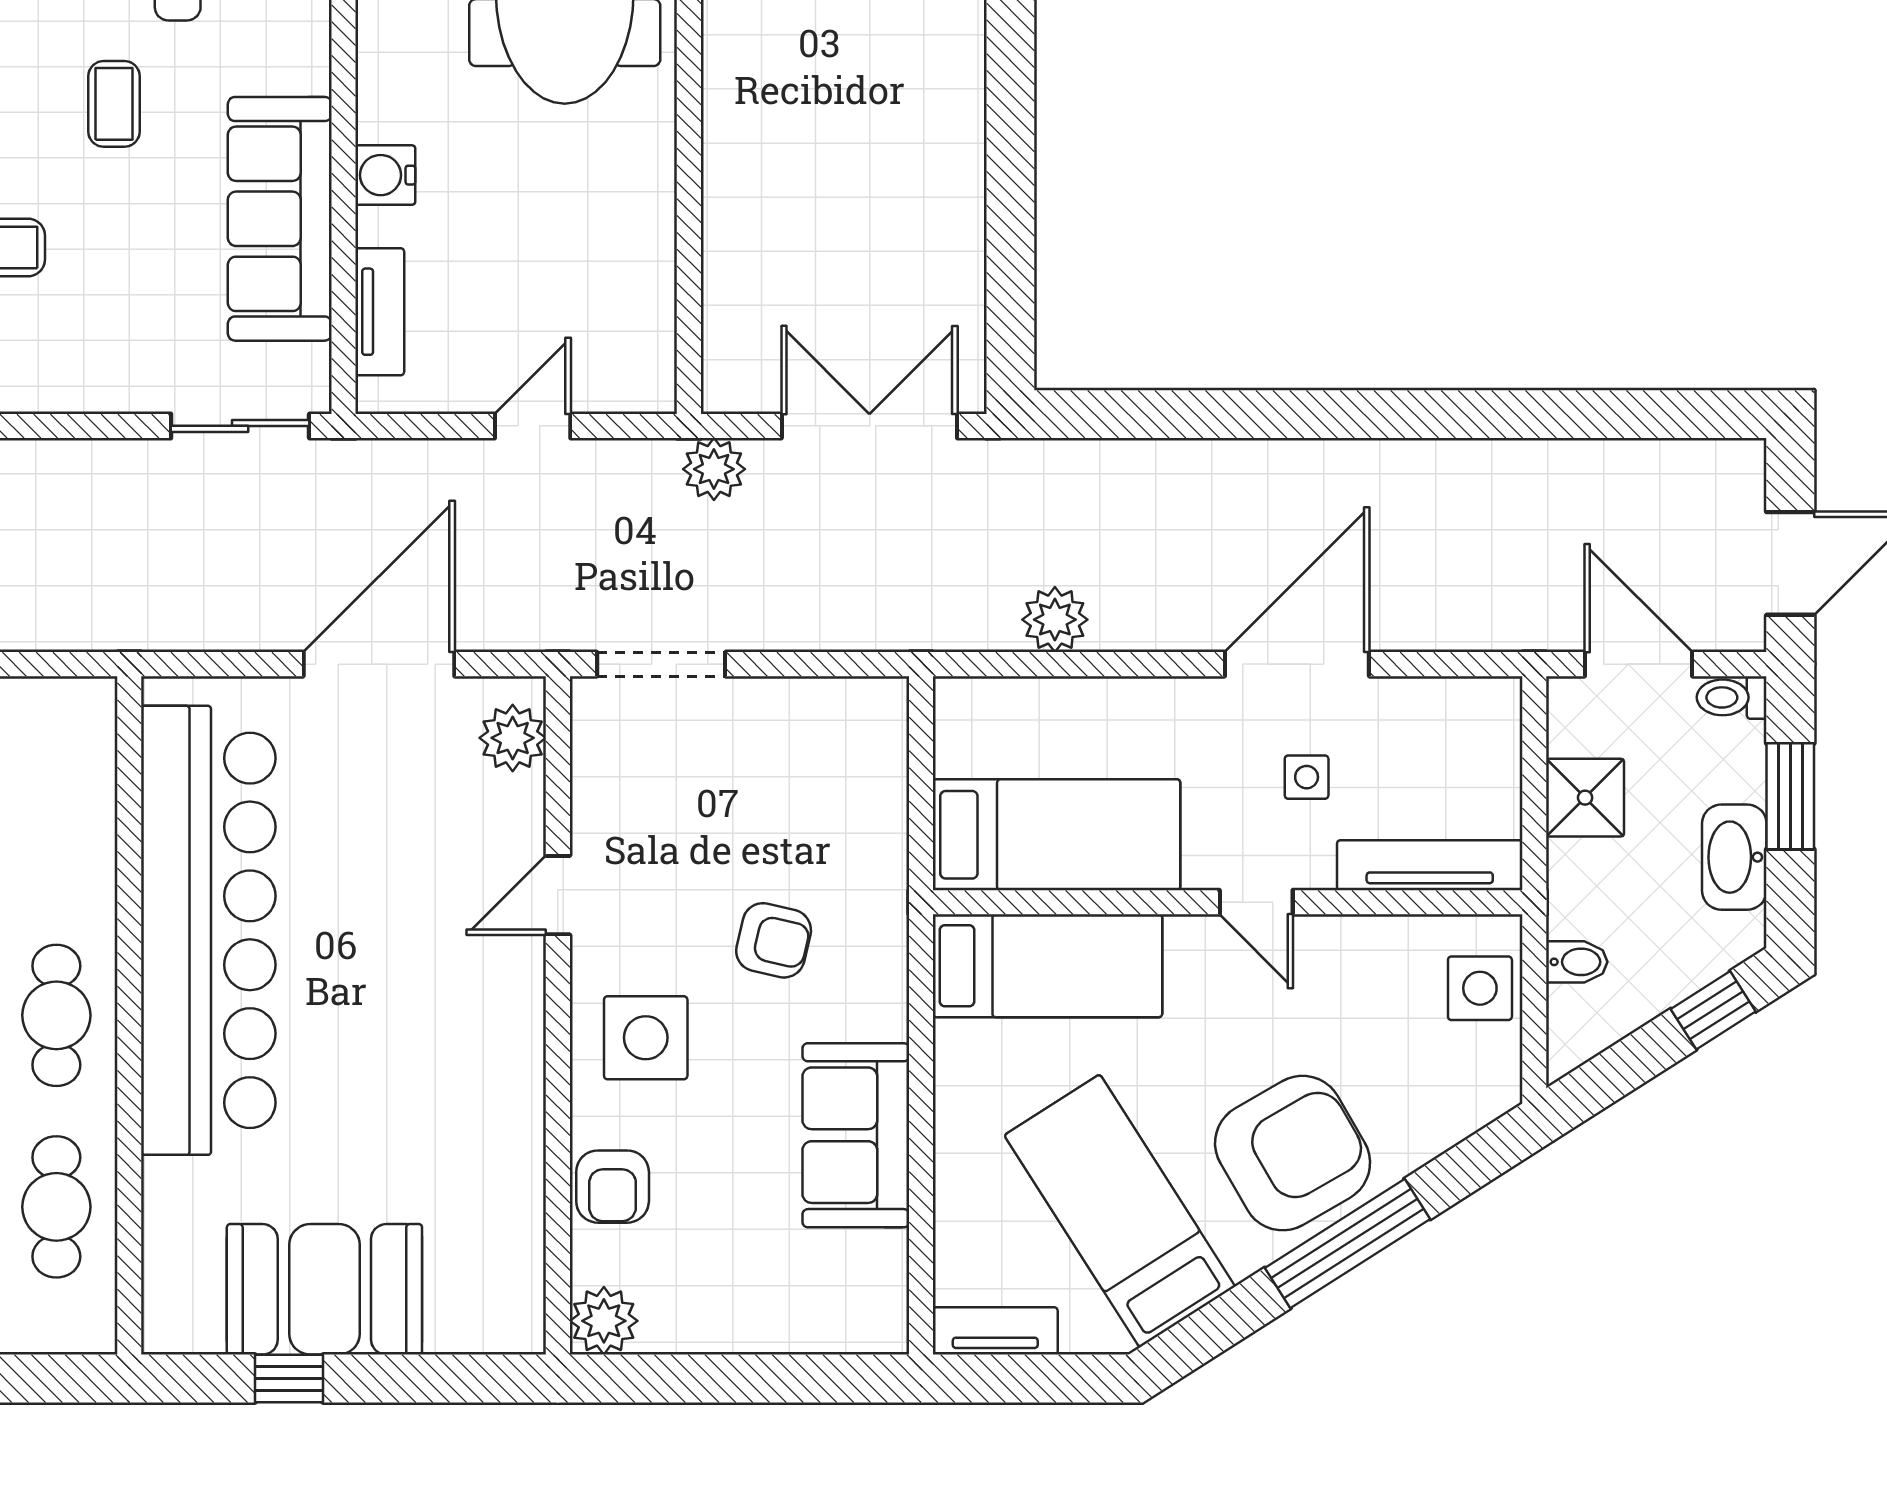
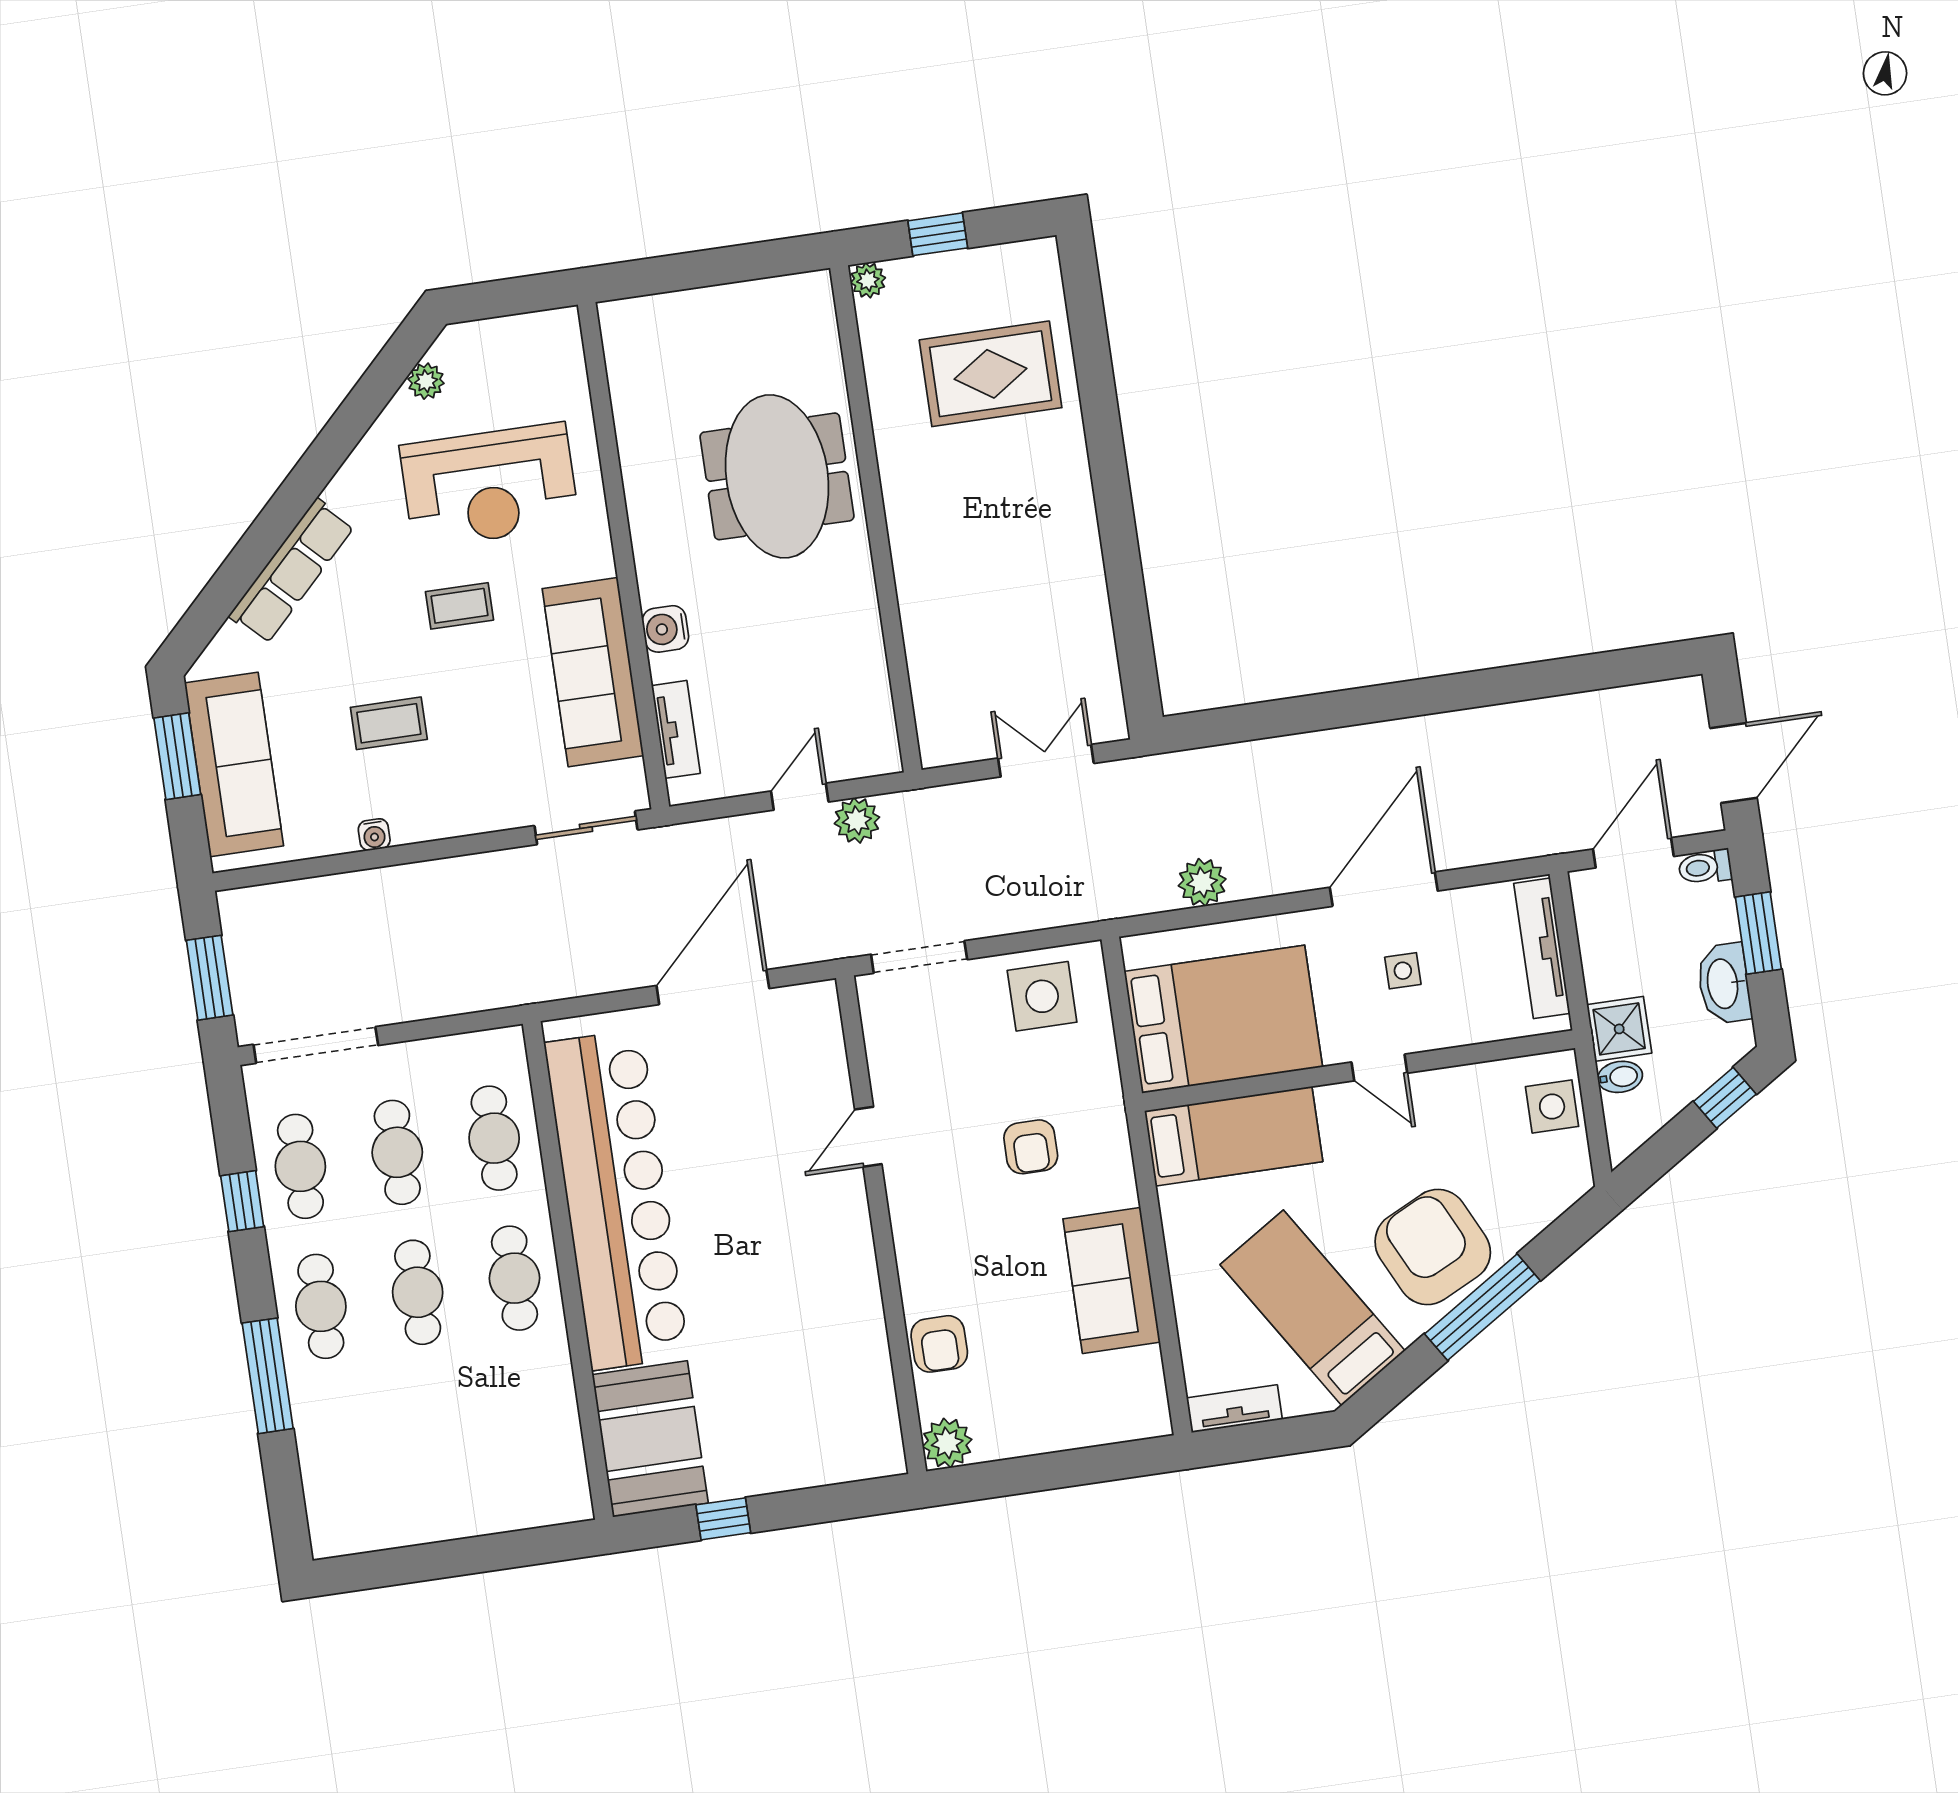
coffee table: (114, 104) -> (459, 606), turned 90
double door: (869, 426) -> (1046, 761), width x0.73
plant: (714, 469) -> (857, 820), moved
door: (1639, 664) -> (1633, 853), hinge flipped
plant: (513, 738) -> (818, 1027), removed
shower: (1585, 798) -> (1619, 1029), moved
bed: (1057, 835) -> (1223, 1019), width x1.50
tv unit: (1430, 865) -> (1542, 948), moved, turned -90
armchair: (774, 940) -> (1031, 1147), turned 77
side table: (646, 1038) -> (1042, 996), moved
armchair: (1293, 1153) -> (1433, 1247), turned -86
cafe table: (56, 1207) -> (494, 1138), moved
booth: (324, 1289) -> (650, 1439), moved, turned 90

